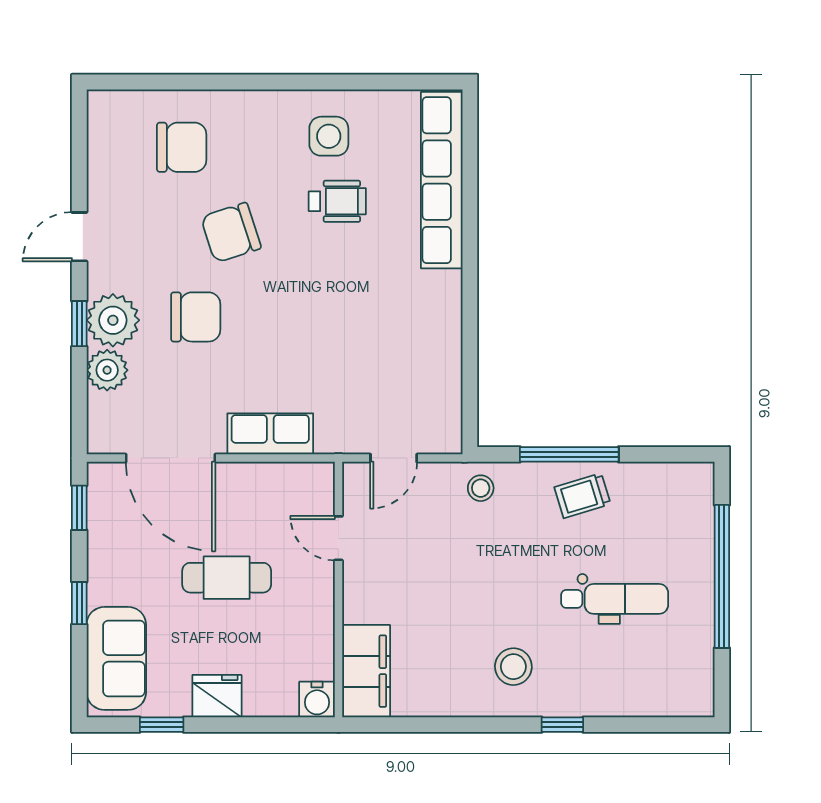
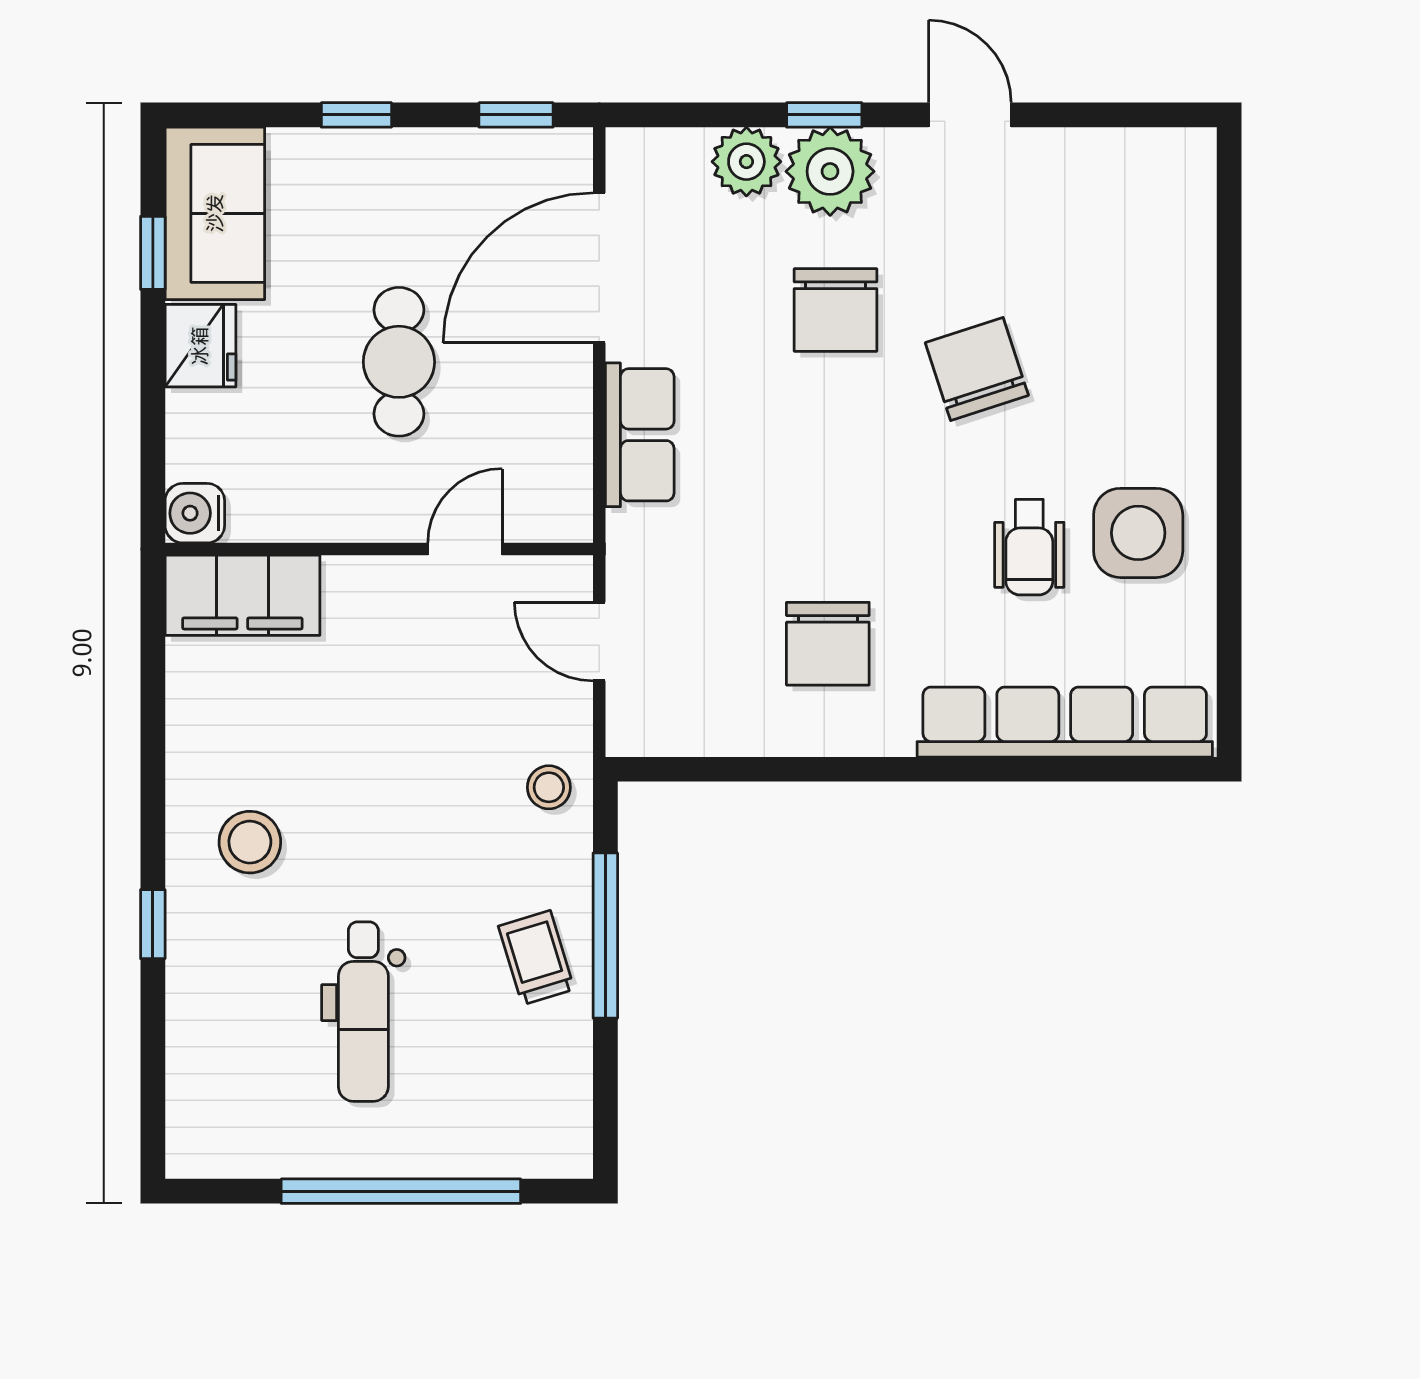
side table: (329, 136) -> (1138, 533), width x1.37, depth x1.37
chair: (182, 147) -> (828, 644), moved
sofa: (116, 658) -> (215, 213), moved, turned -90

